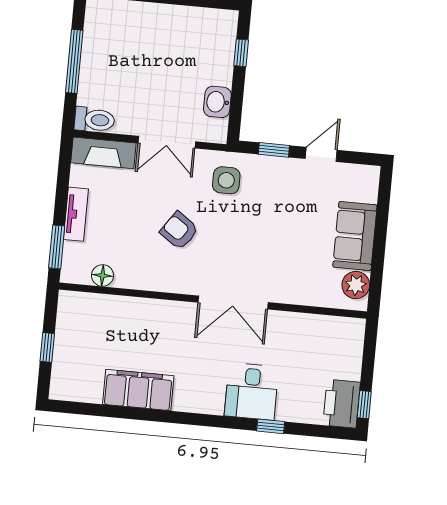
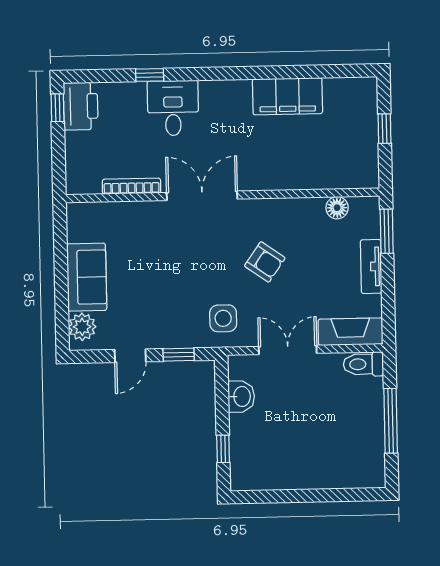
plant: (356, 285) -> (82, 327), moved
bookcase: (301, 320) -> (132, 186), added

